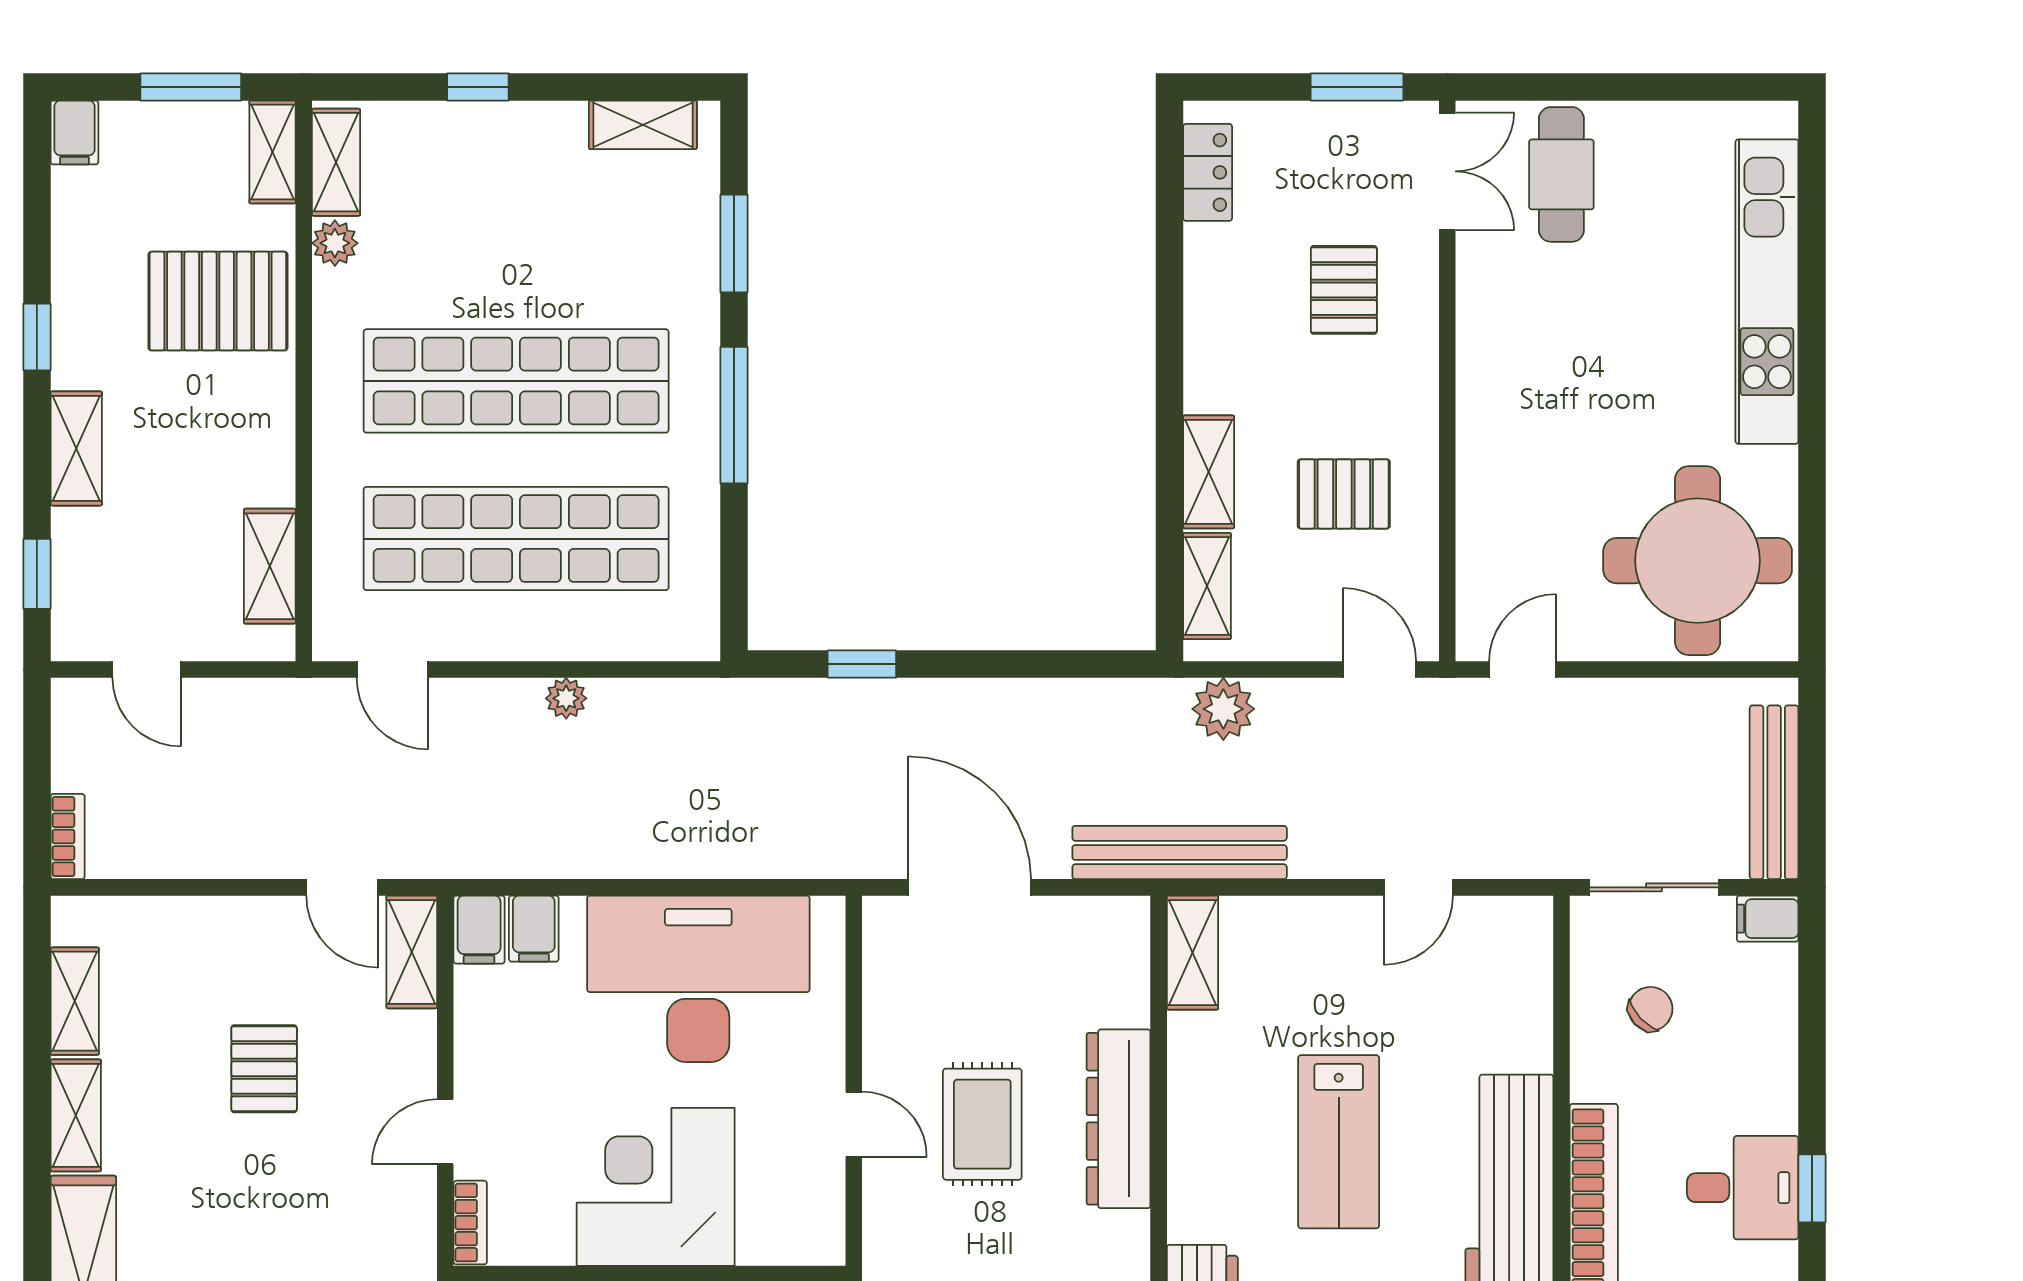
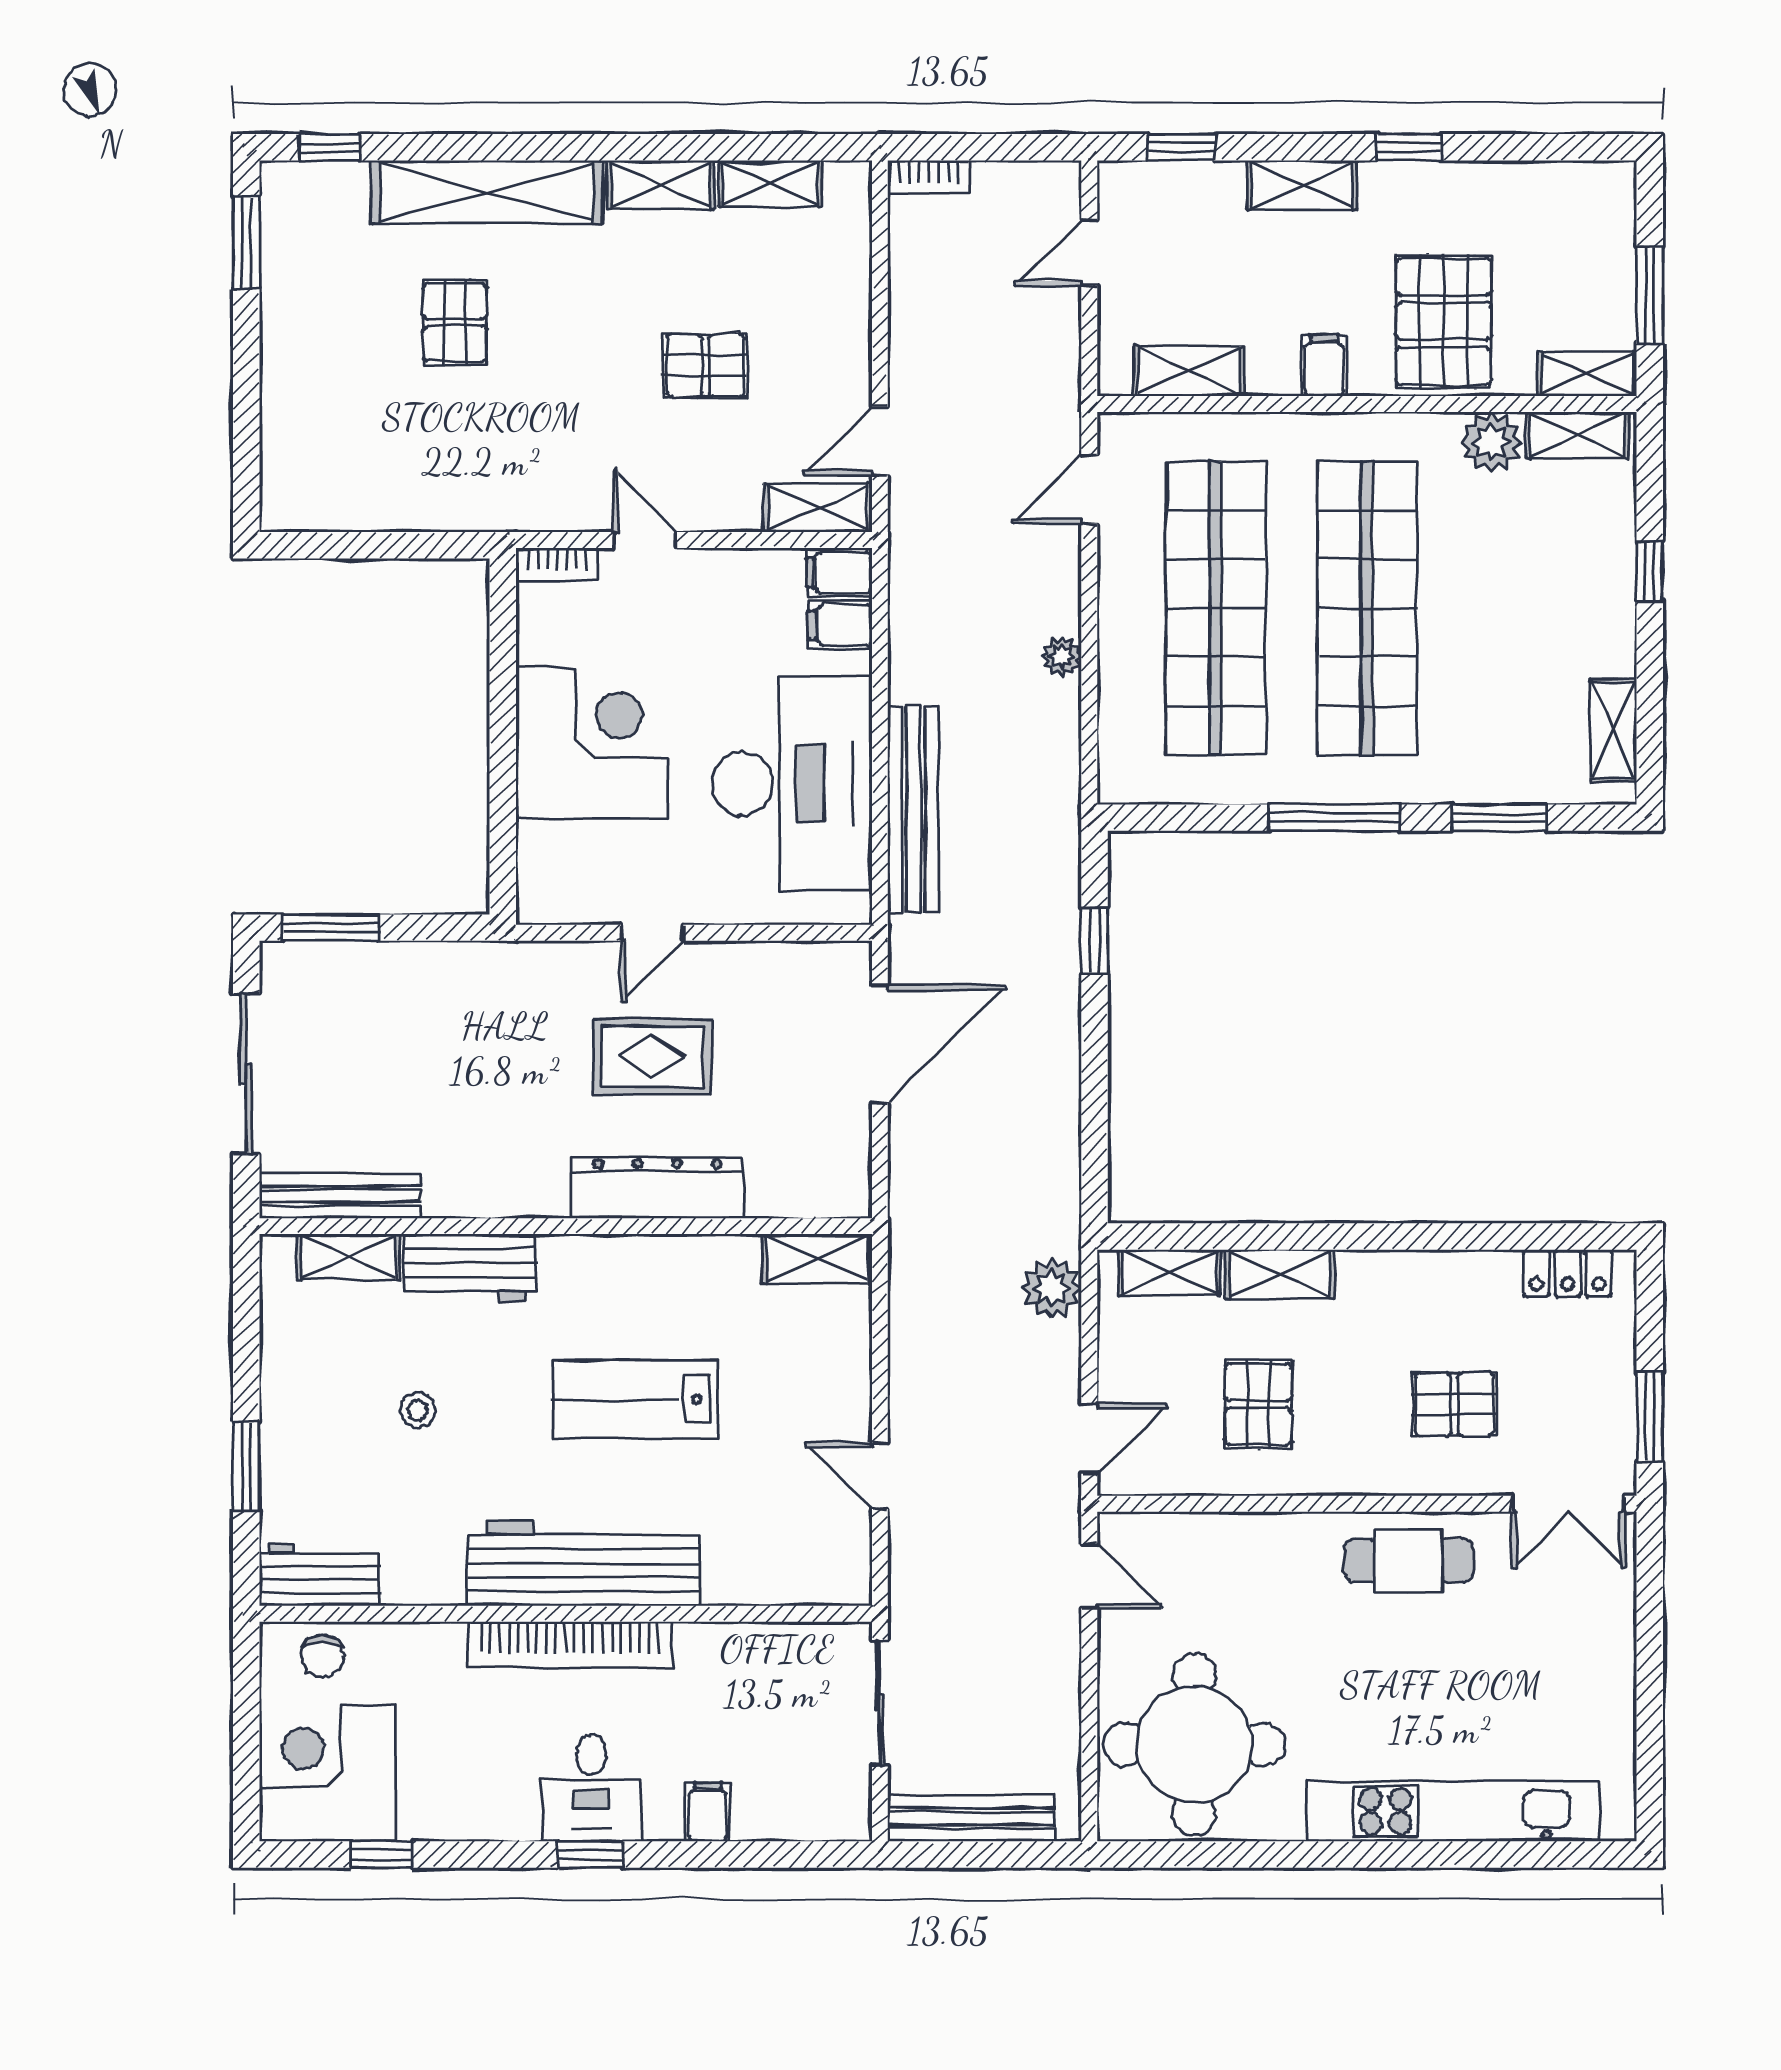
filing cabinet: (74, 132) -> (1324, 365), moved, turned 90
cafe table: (1561, 174) -> (1408, 1560), moved
plant: (335, 243) -> (1491, 442), width x1.38, depth x1.38
bench: (1180, 852) -> (913, 809), moved
filing cabinet: (1768, 919) -> (708, 1812), moved
chair: (1651, 1009) -> (763, 1699), removed

